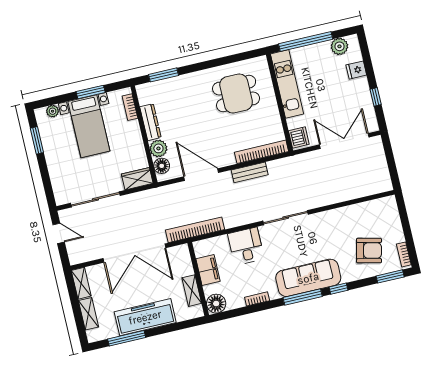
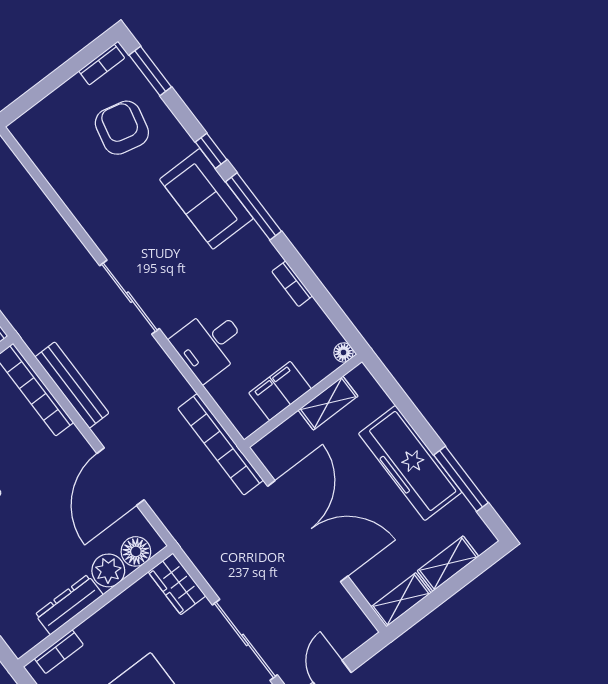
bench: (250, 172) -> (72, 385), width x1.36
sofa: (308, 278) -> (206, 199), width x0.73
floor lamp: (216, 304) -> (344, 352), width x0.53, depth x0.53

